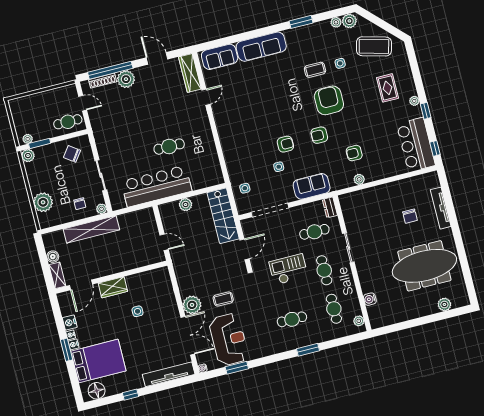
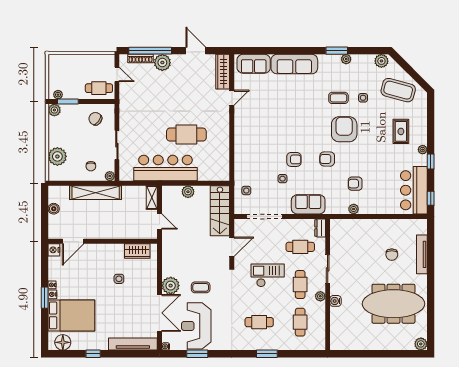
plant: (336, 22) -> (346, 59), moved
cafe table: (169, 147) -> (186, 135), width x1.37, depth x1.35
shelving: (57, 275) -> (152, 197), moved
wardrobe: (113, 287) -> (137, 251), moved
water cooler: (370, 299) -> (336, 301), moved
plant: (444, 304) -> (421, 344), moved
plant: (359, 321) -> (320, 296), moved
nightstand: (70, 323) -> (54, 250), moved
reception desk: (229, 339) -> (196, 326), turned 180

